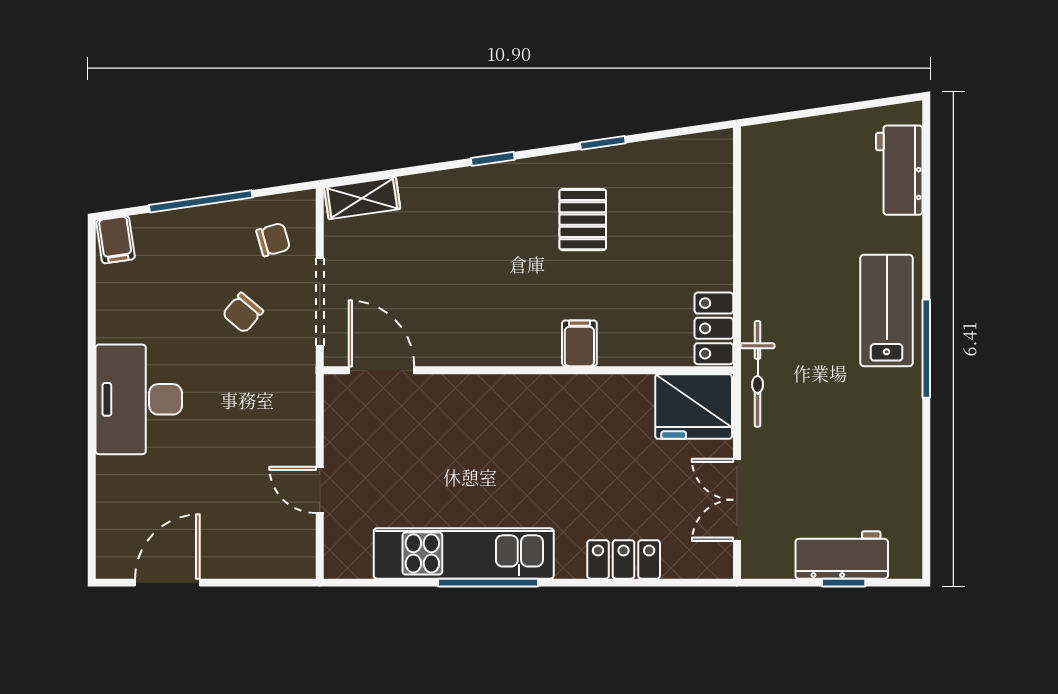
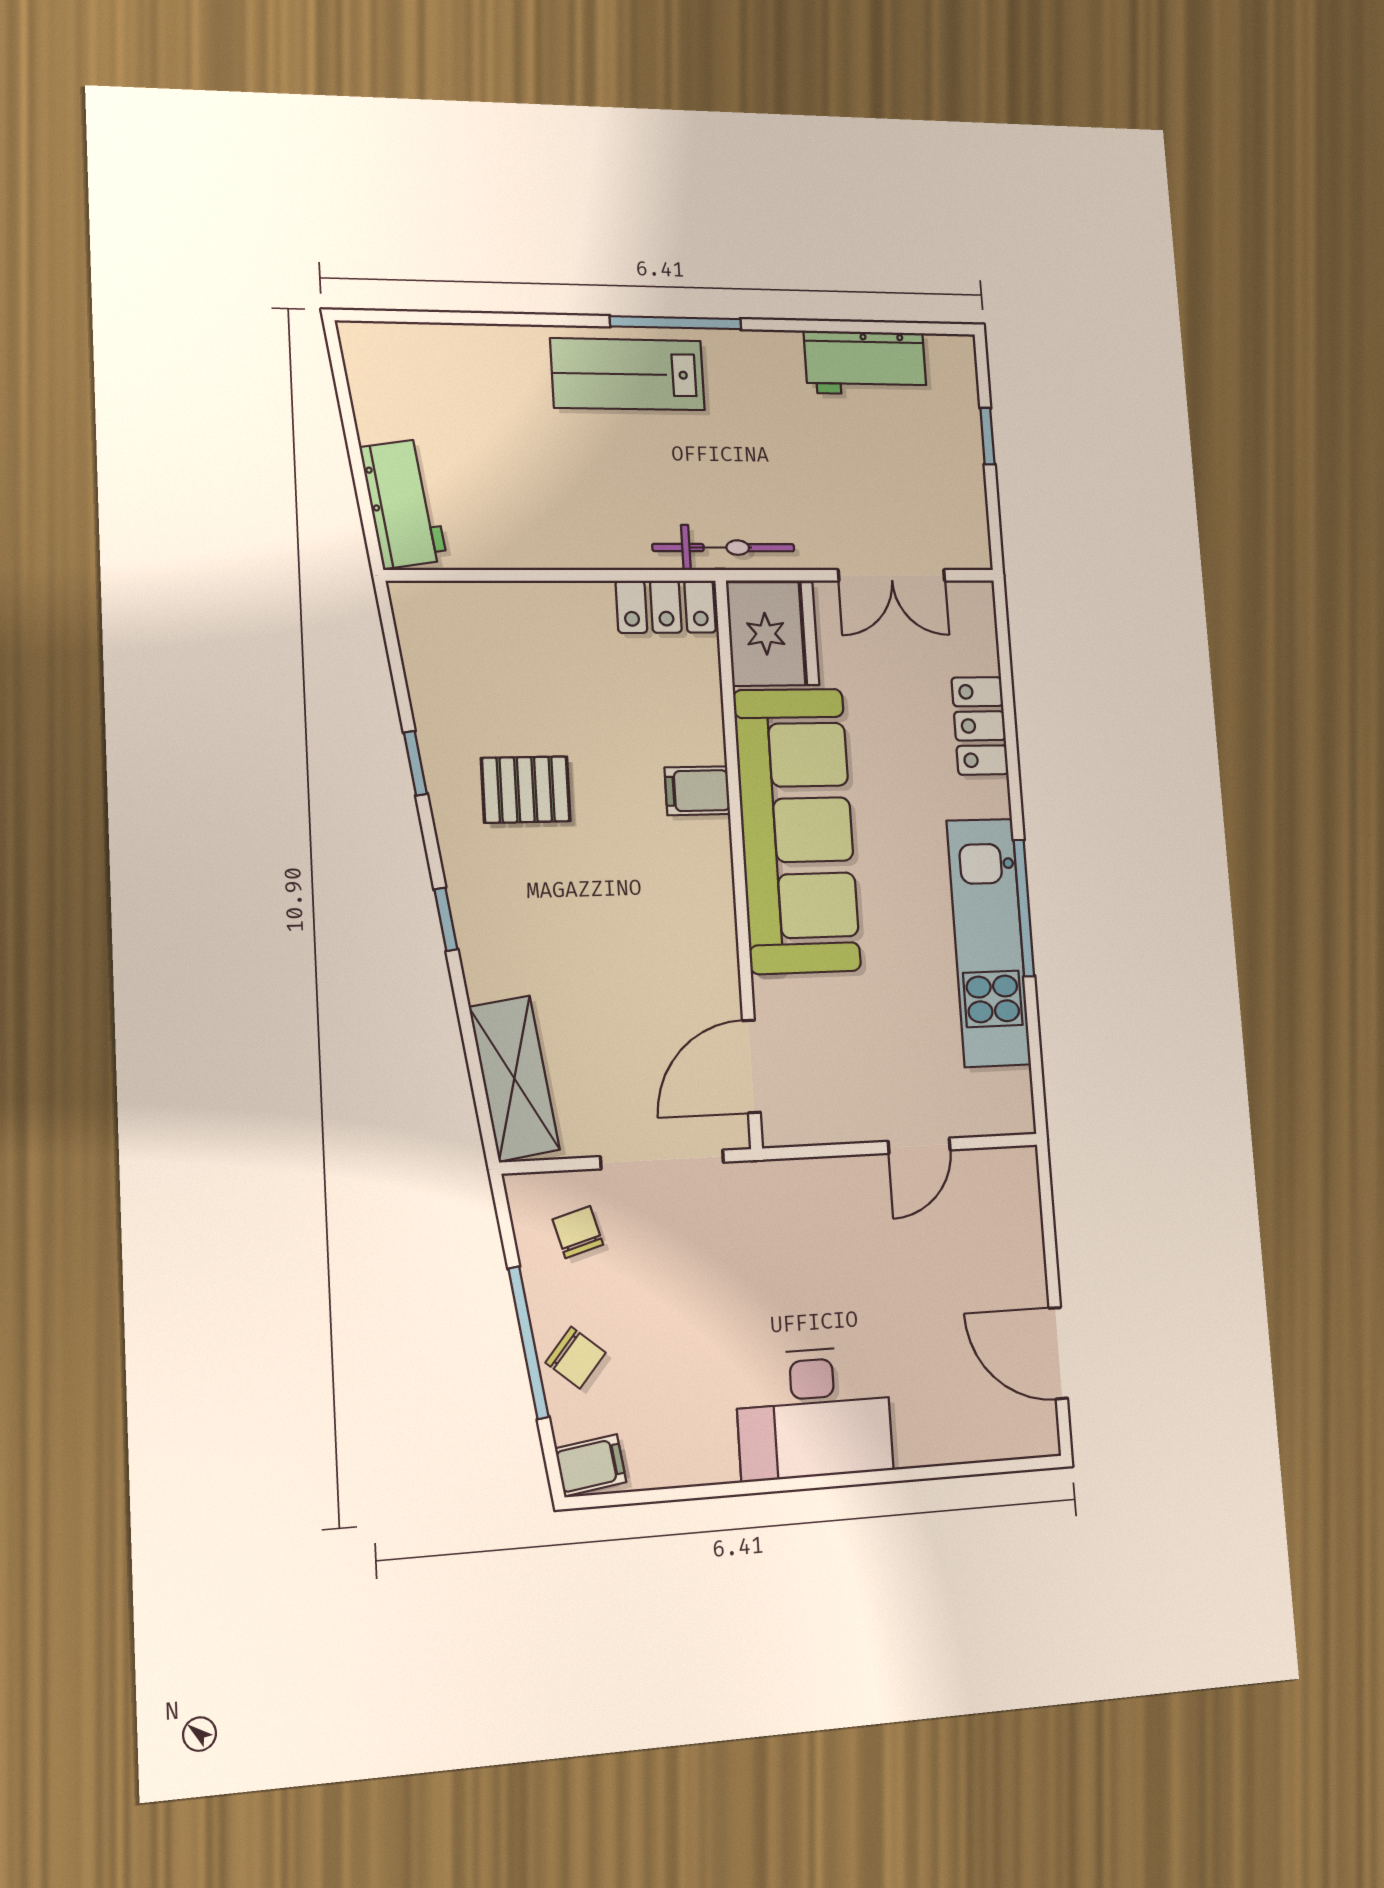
workbench: (899, 170) -> (403, 504), moved, turned -98
shelving: (362, 198) -> (514, 1078), width x1.50, depth x1.33
chair: (243, 313) -> (576, 1358), moved
sofa: (549, 415) -> (797, 830), added
workbench: (842, 555) -> (865, 363), moved, turned -90

